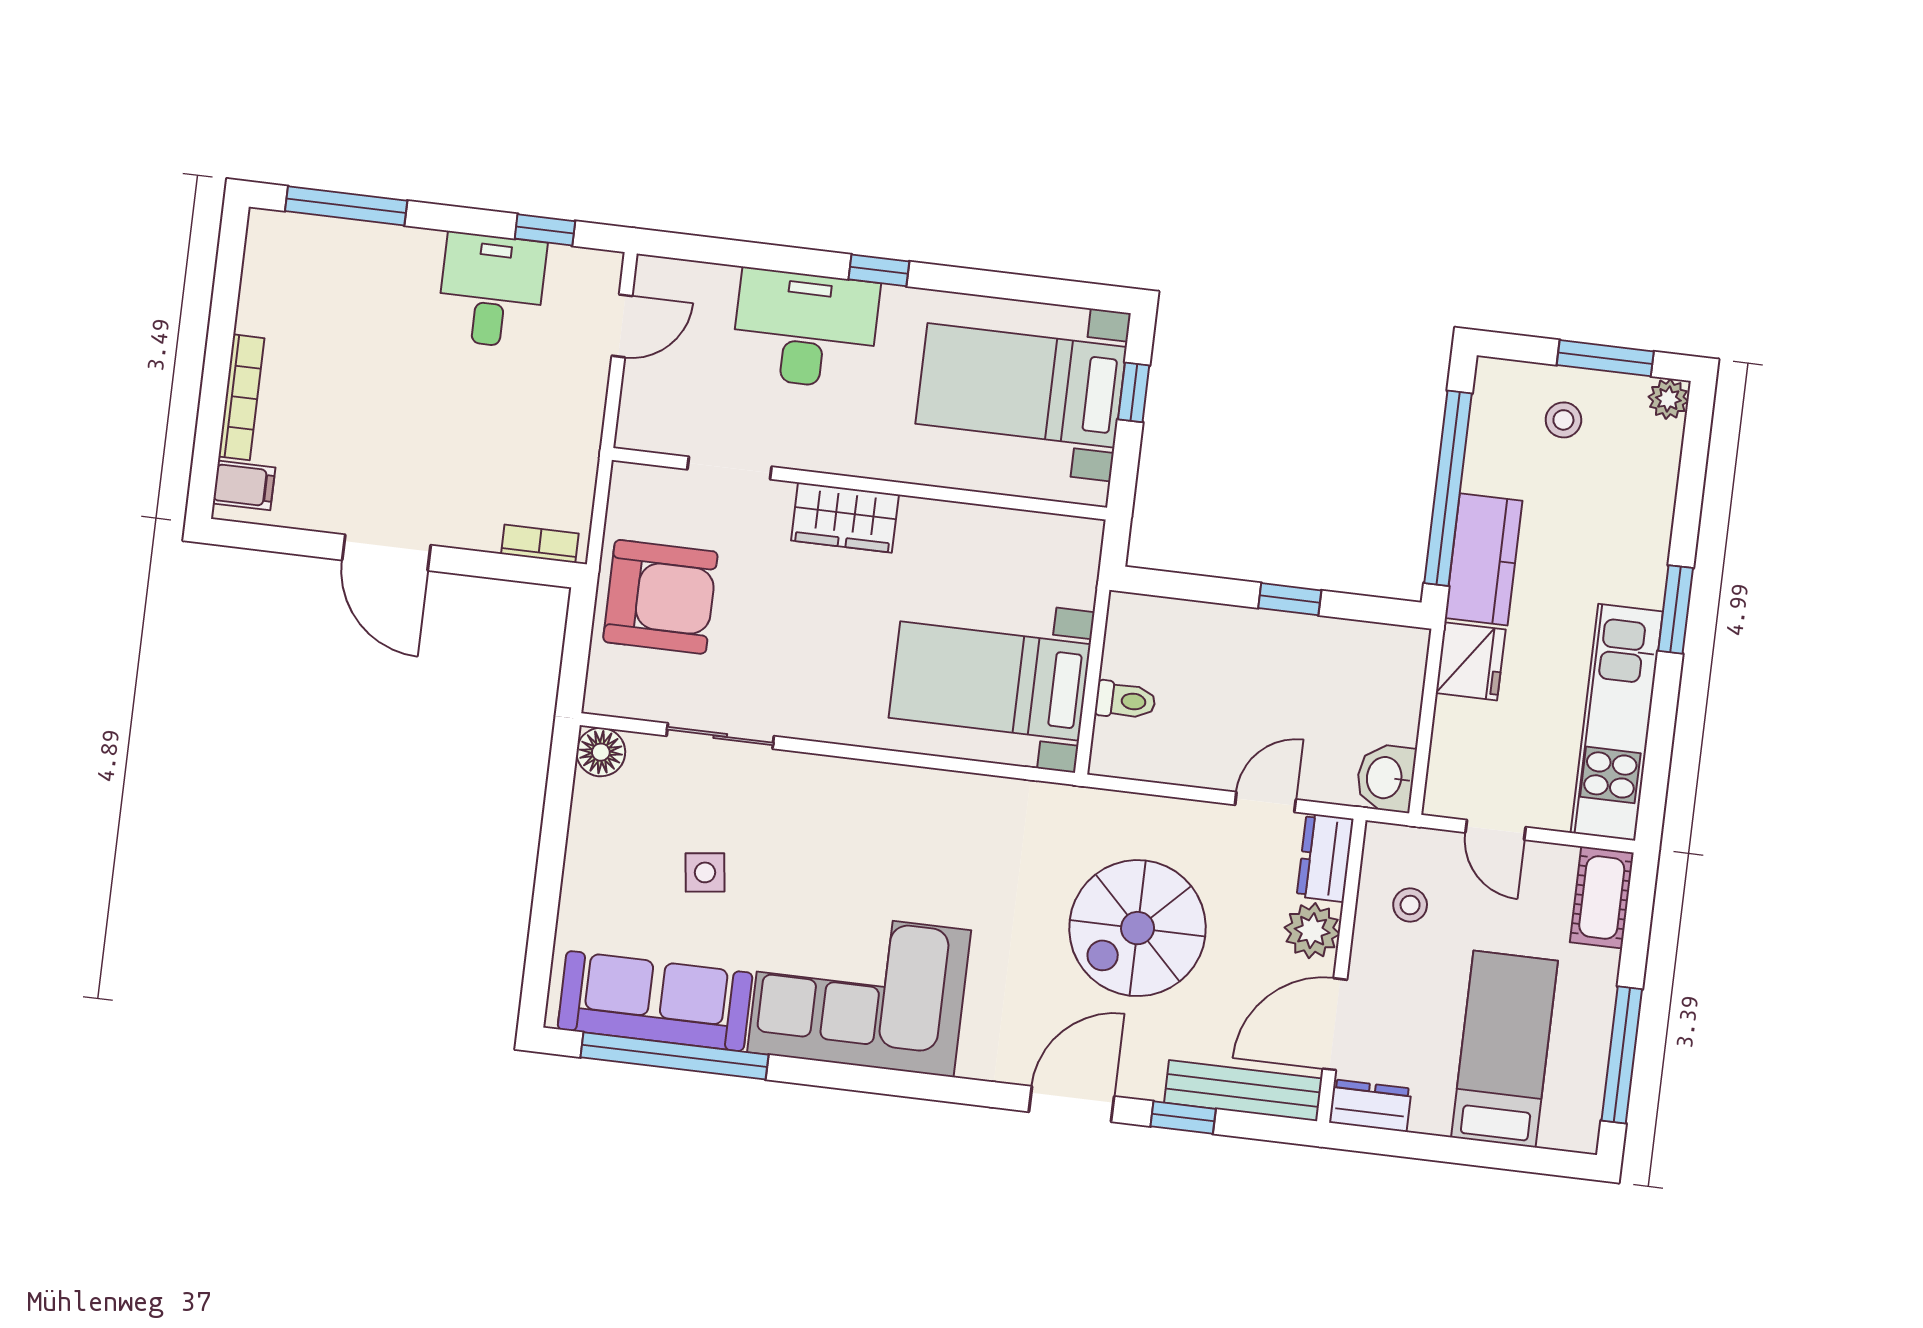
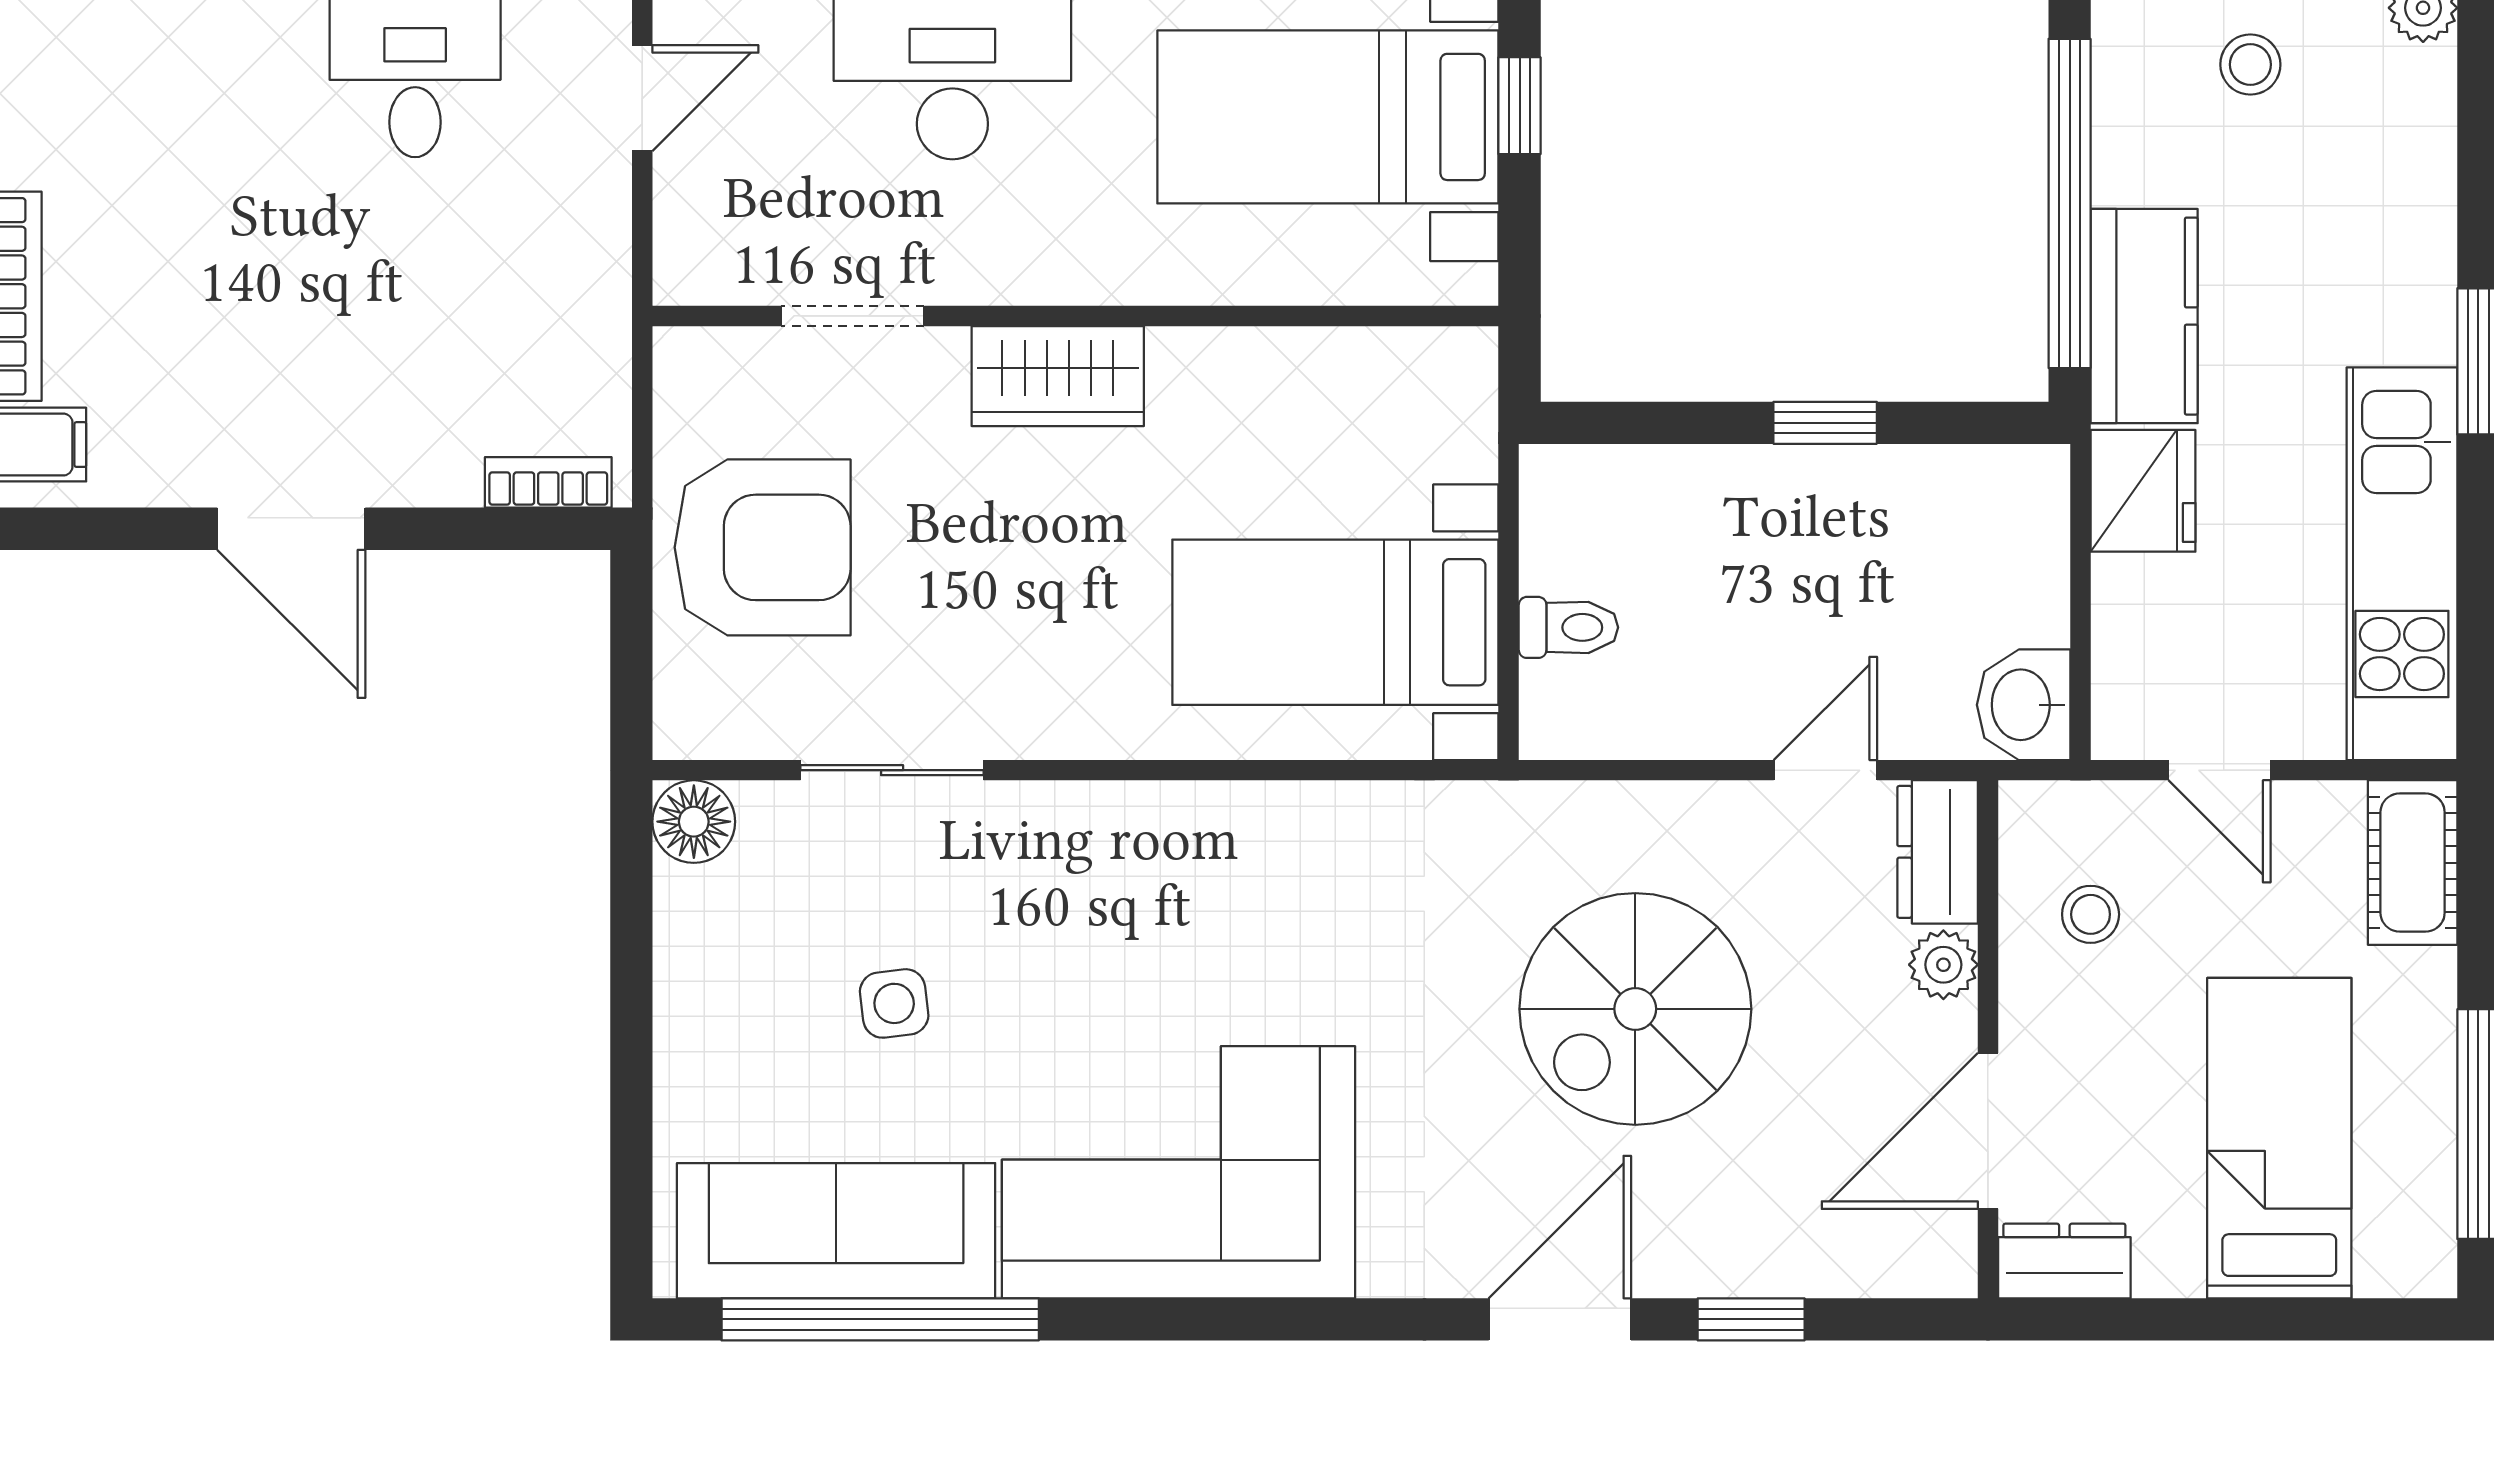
plant: (1312, 931) -> (1943, 965), width x0.73, depth x0.73
bench: (1243, 1091) -> (1847, 1262), removed

